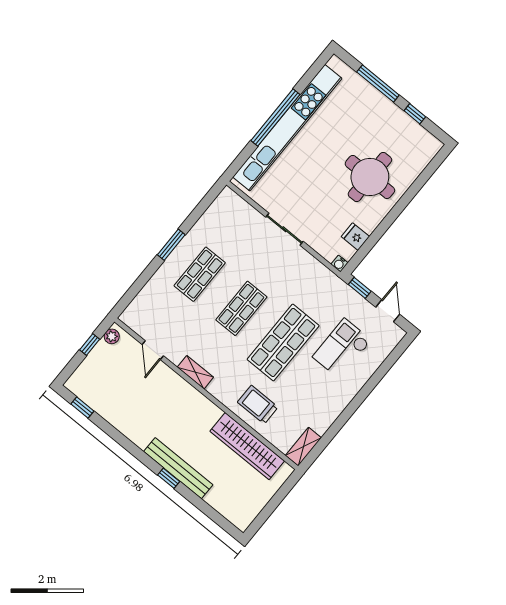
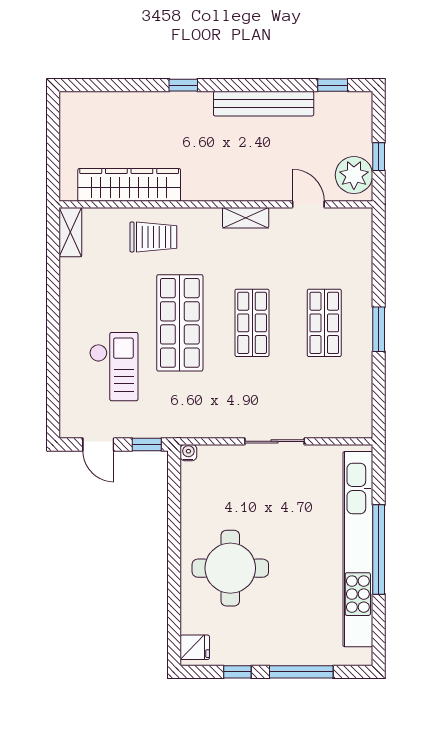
fridge: (355, 237) -> (195, 647), moved
plant: (112, 336) -> (354, 175), width x1.87, depth x1.87
bench: (178, 468) -> (264, 104), moved

